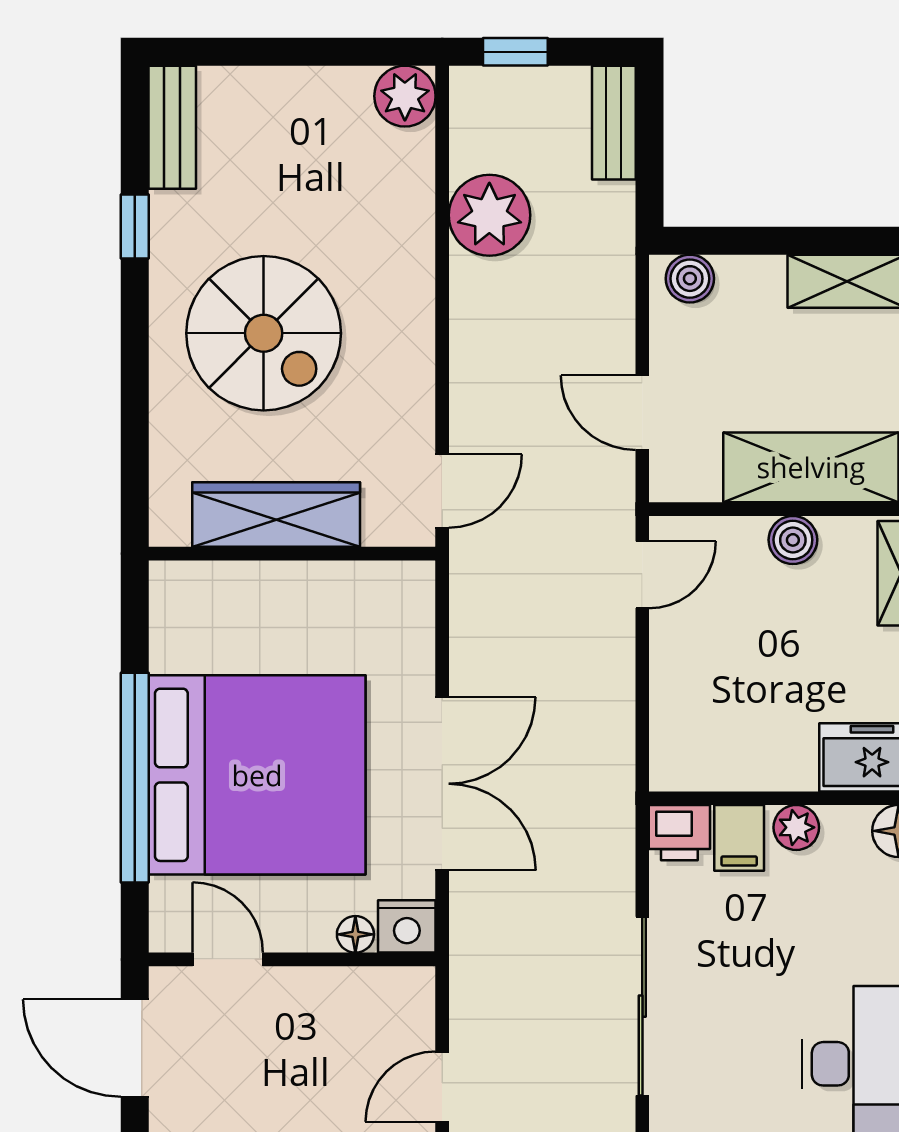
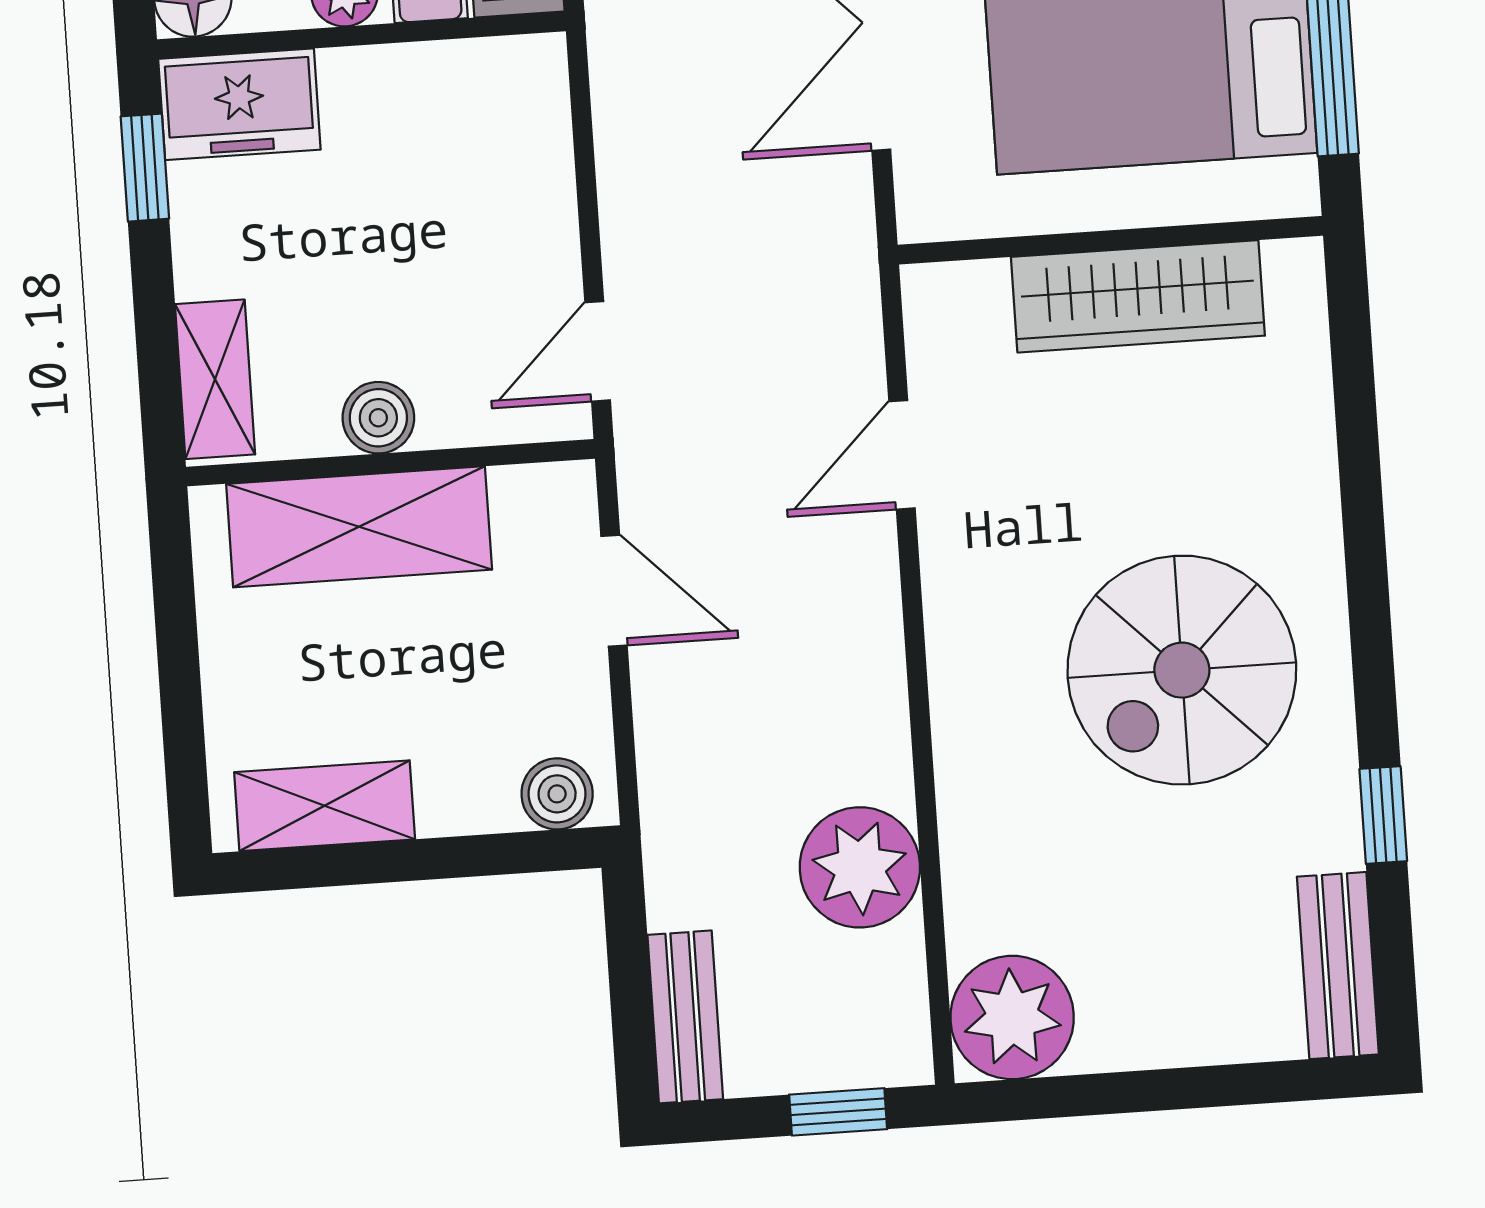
plant: (405, 96) -> (1012, 1017), width x1.36, depth x1.36
spiral stairs: (264, 333) -> (1182, 670), turned -90
wardrobe: (276, 515) -> (1138, 296), moved
wall: (292, 554) -> (1110, 240), moved

